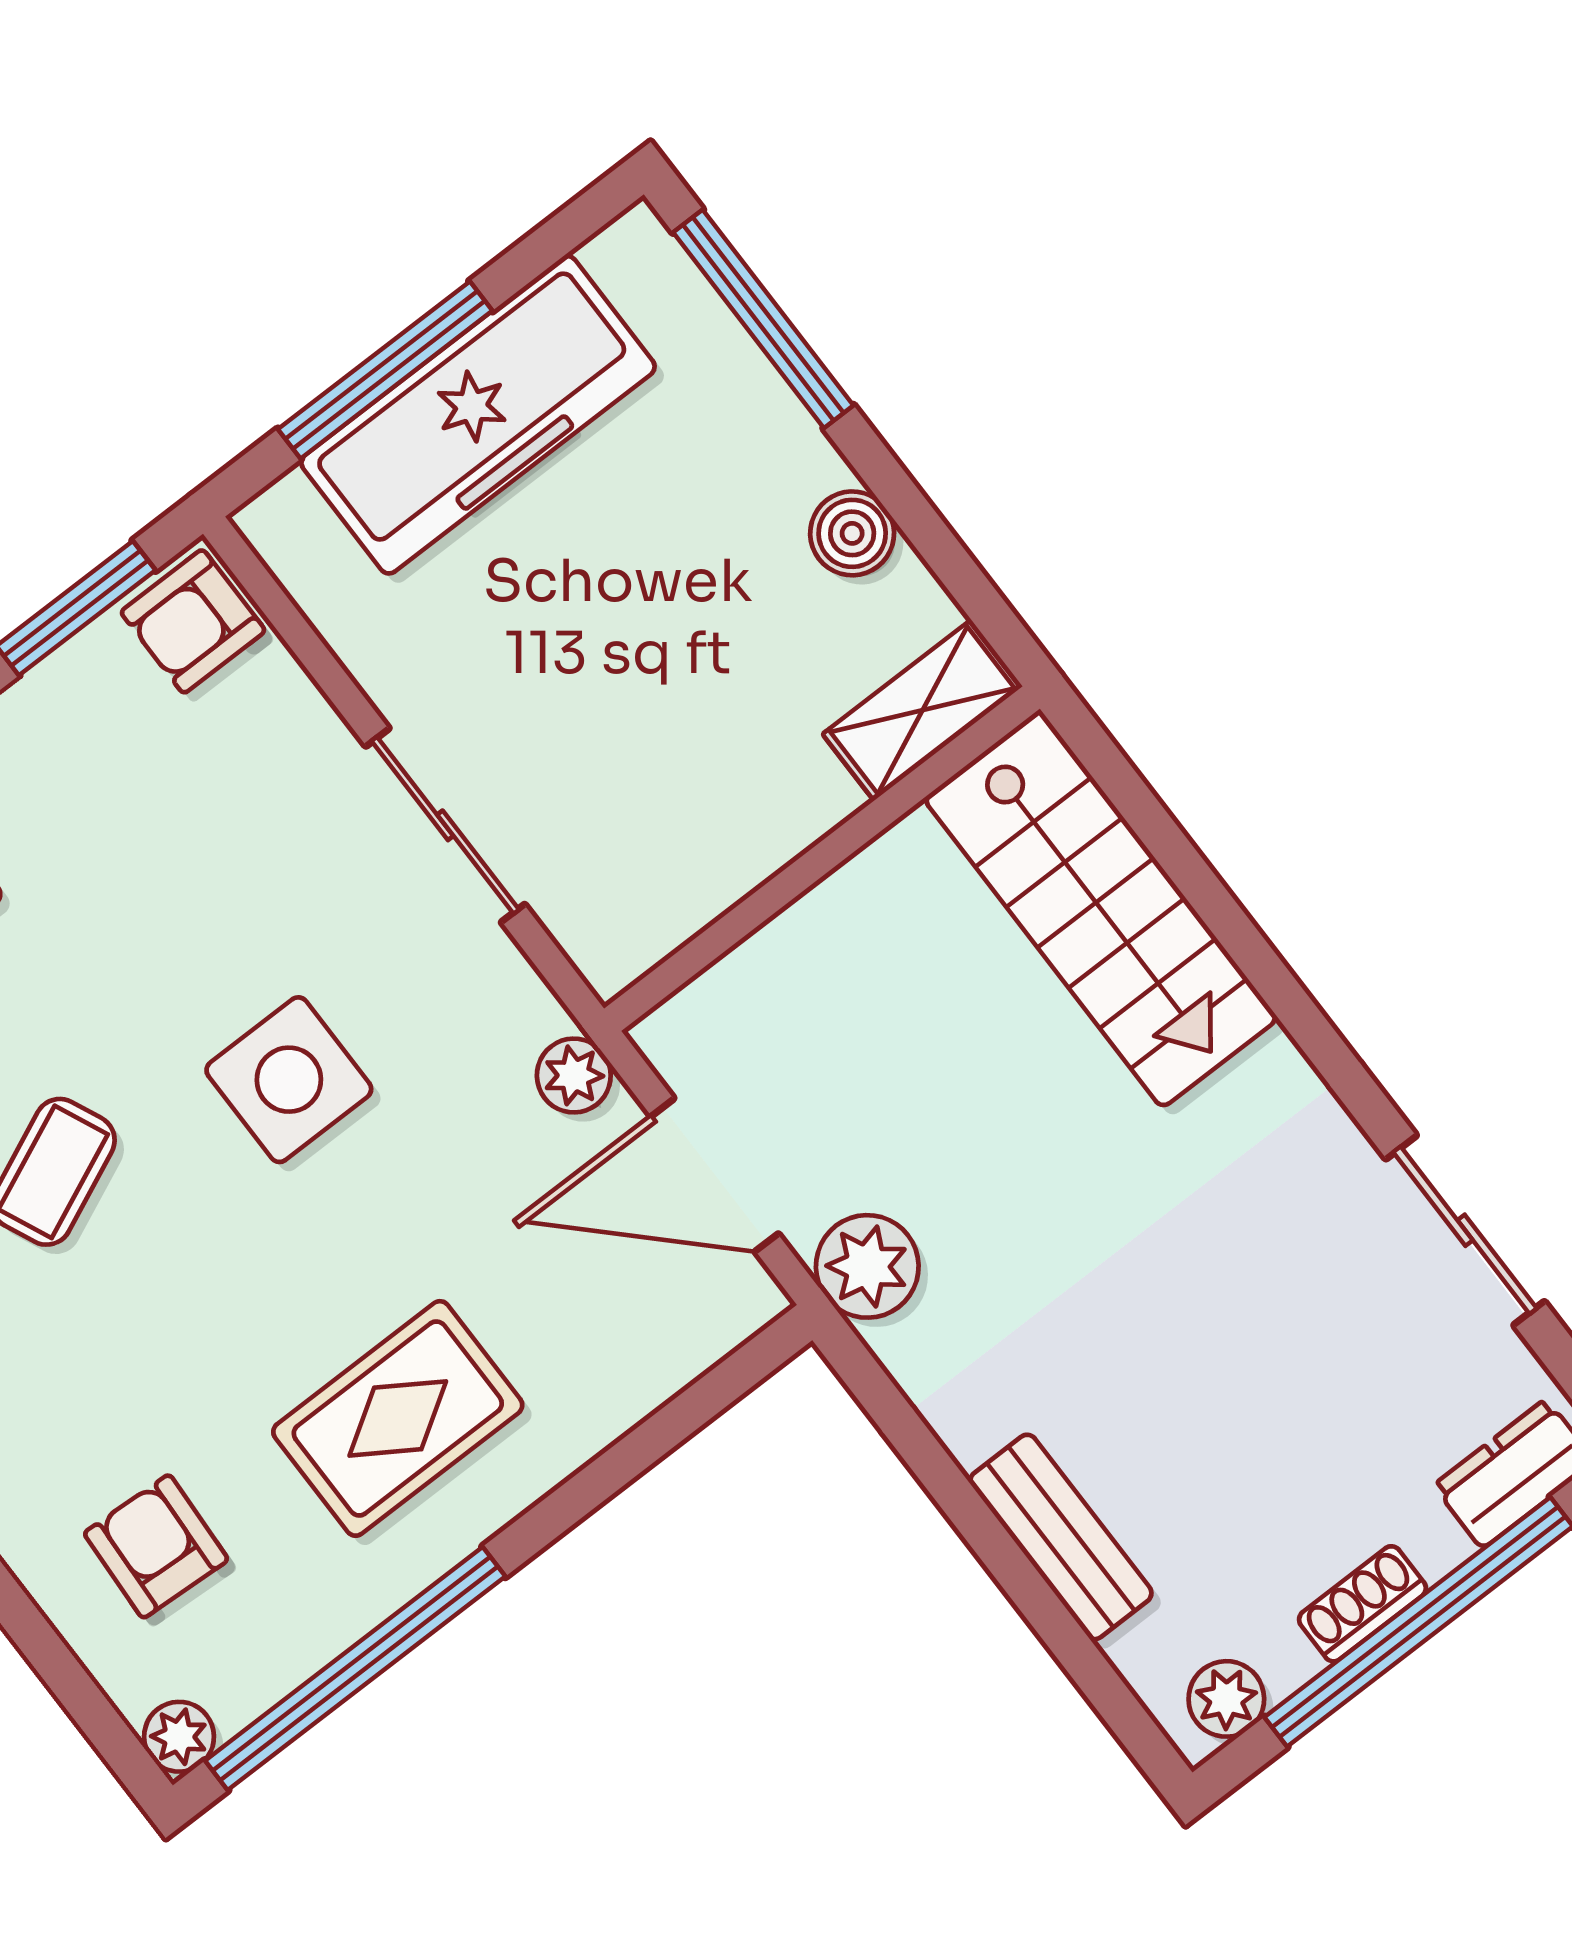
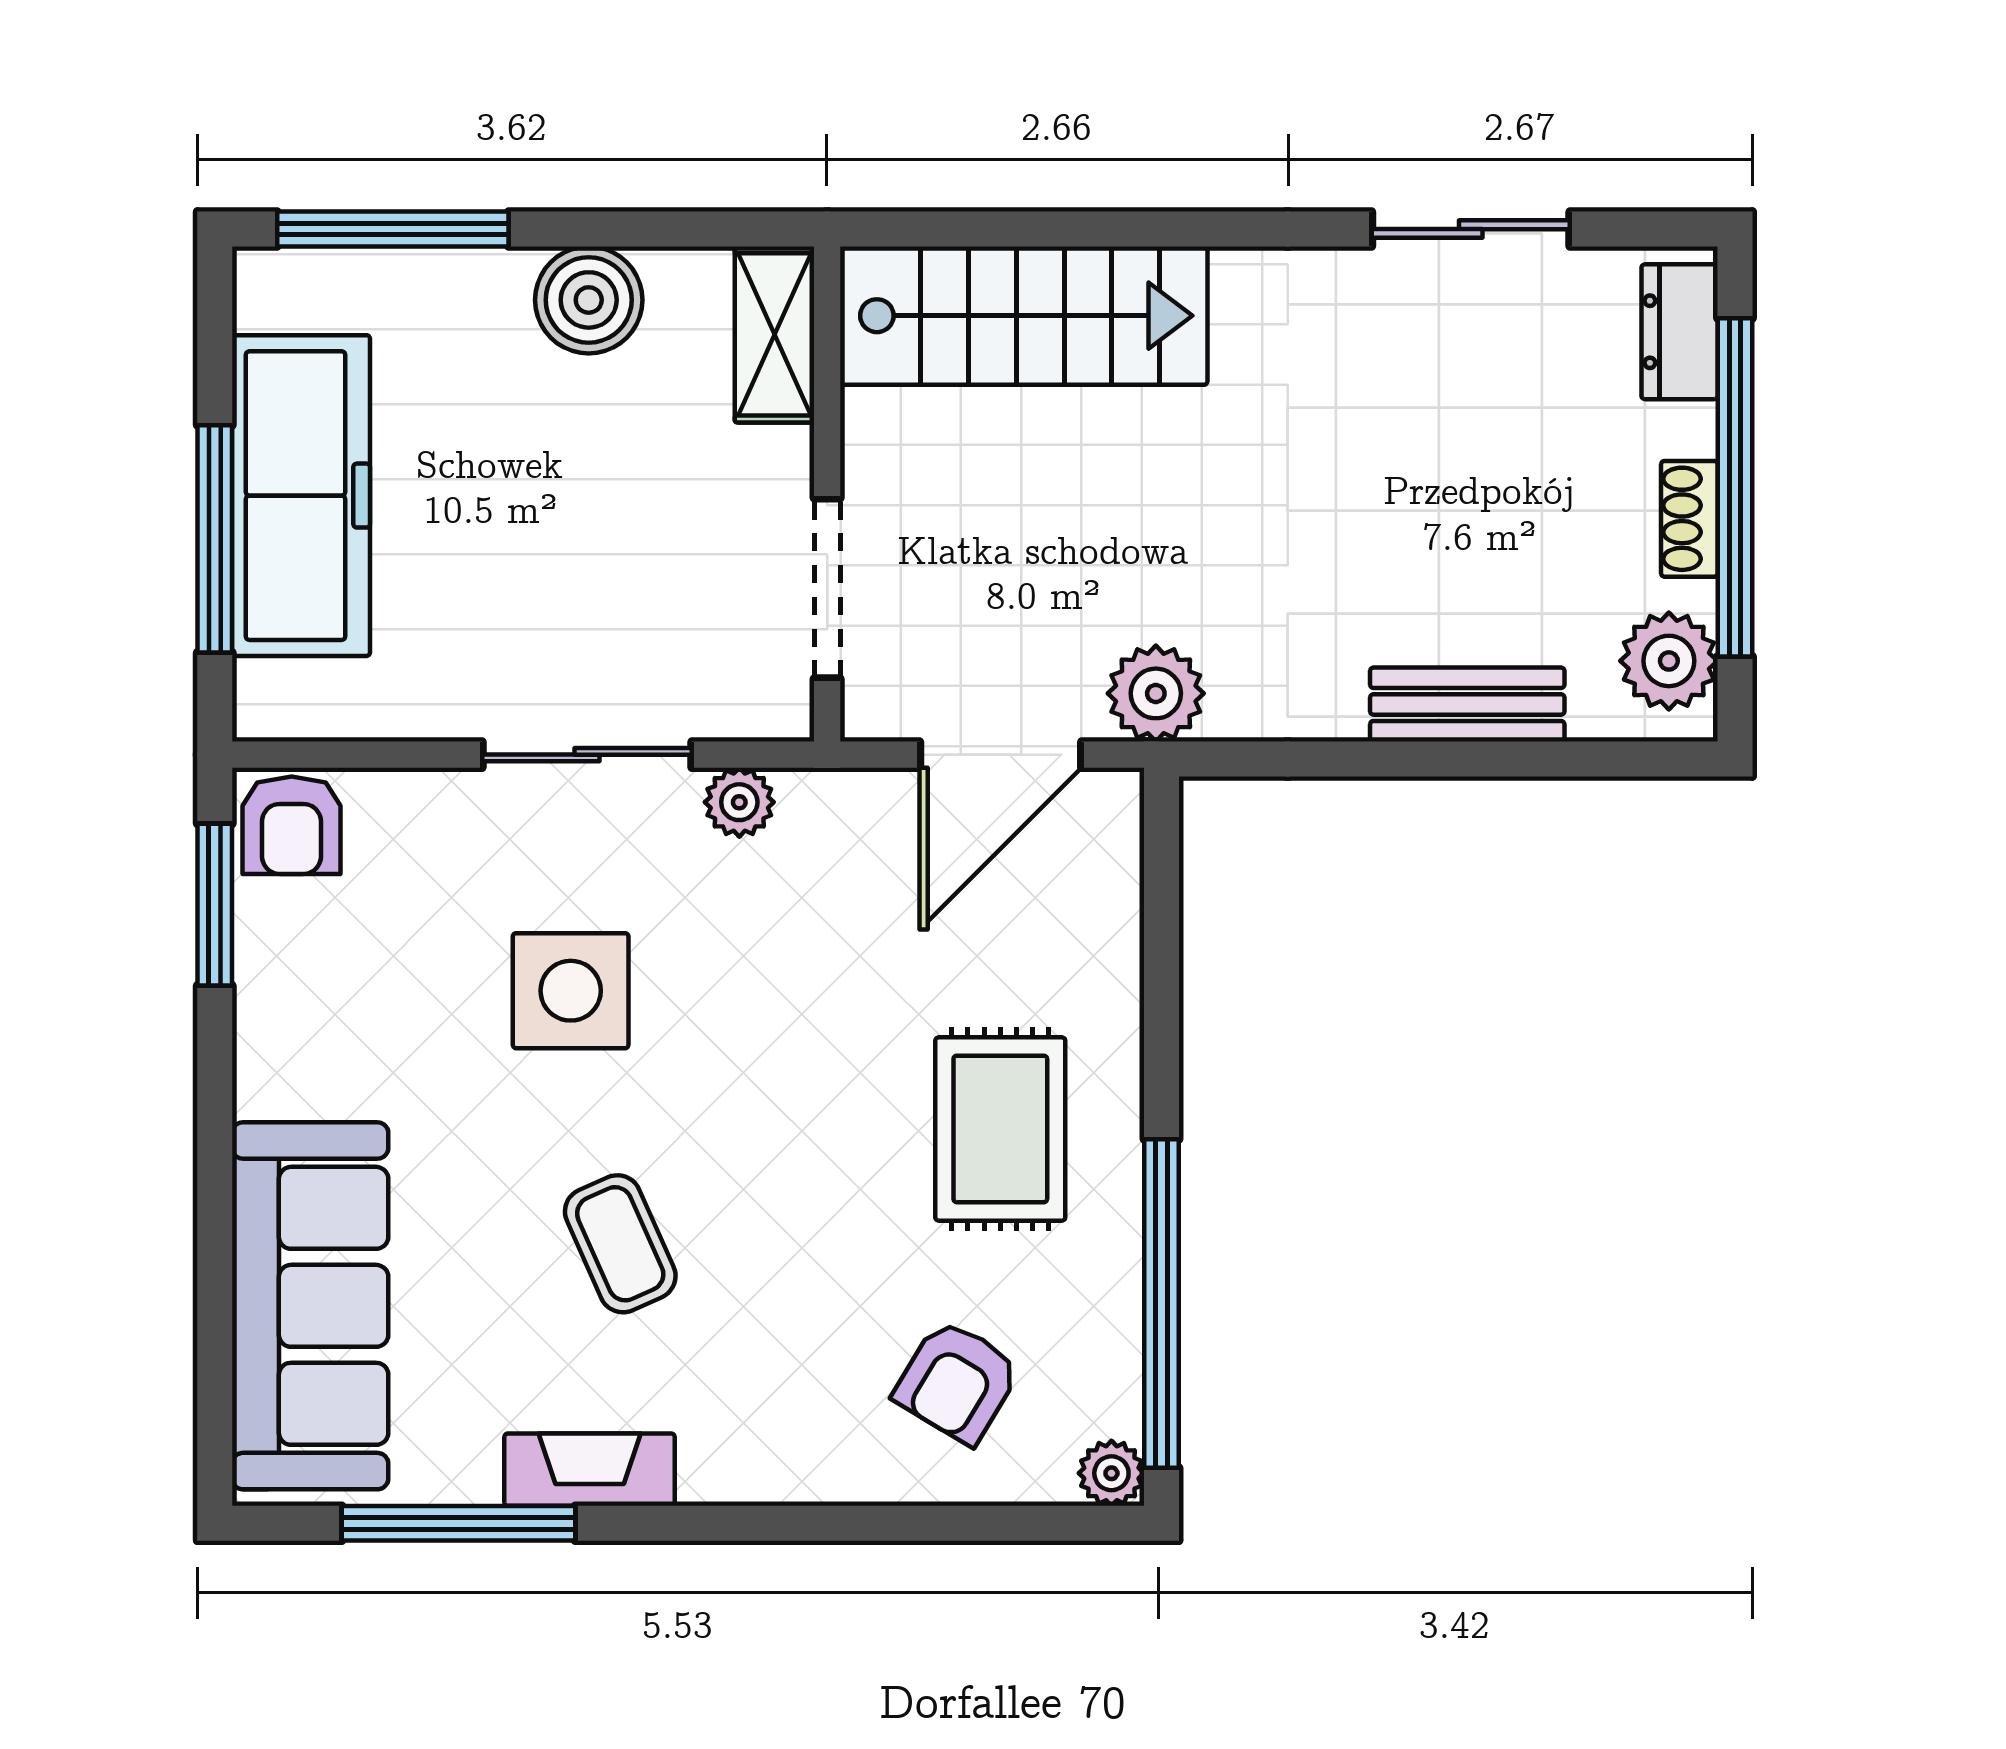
boiler: (852, 533) -> (589, 300), width x1.36, depth x1.36
doorway: (742, 920) -> (827, 588), added
plant: (574, 1076) -> (739, 802), moved
side table: (289, 1080) -> (571, 991), moved
armchair: (156, 1546) -> (957, 1382), turned -62
plant: (1226, 1699) -> (1669, 661), width x1.38, depth x1.38

